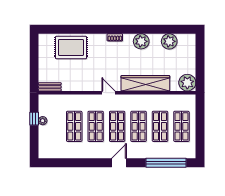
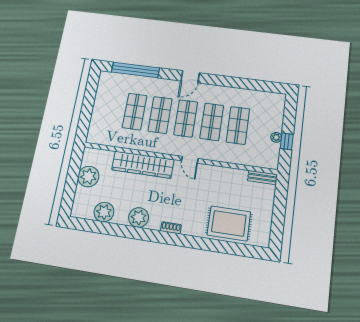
plant: (187, 83) -> (88, 176), moved
shop shelf: (181, 126) -> (109, 108), removed

